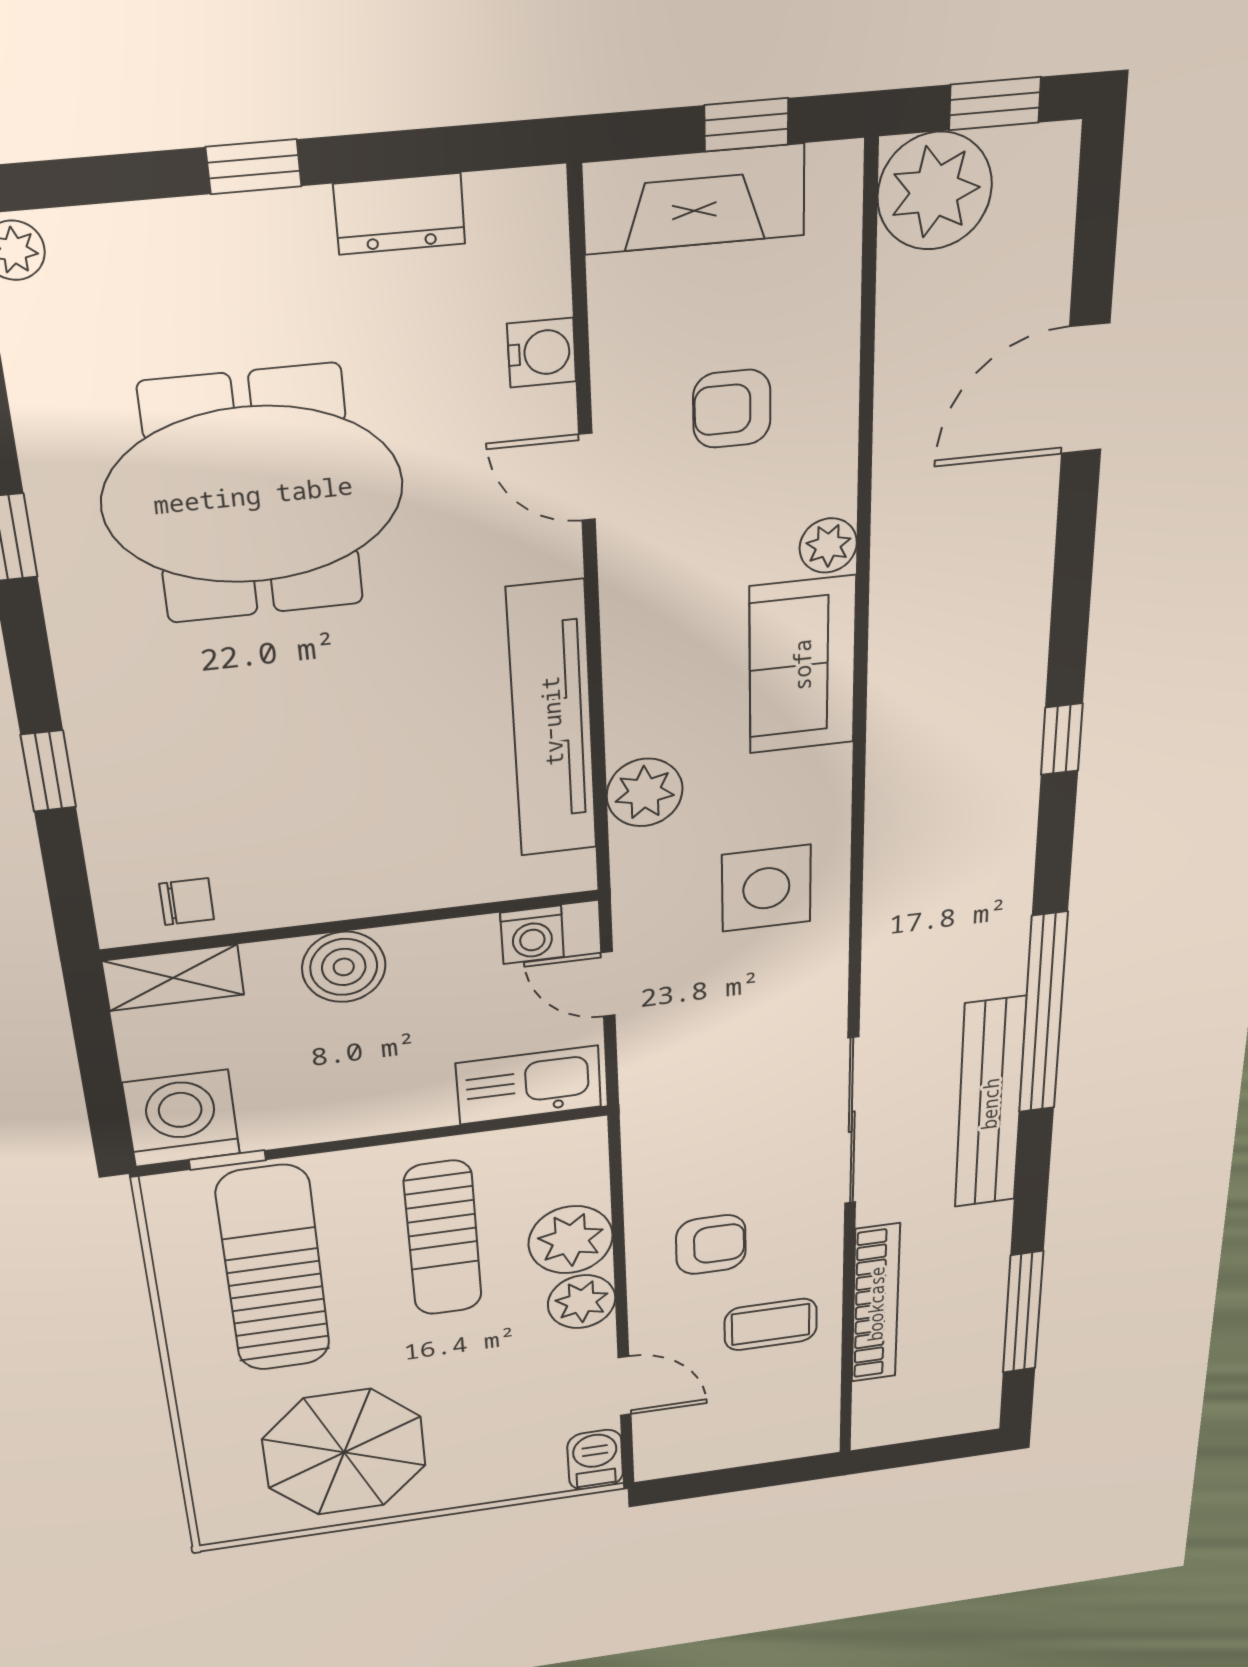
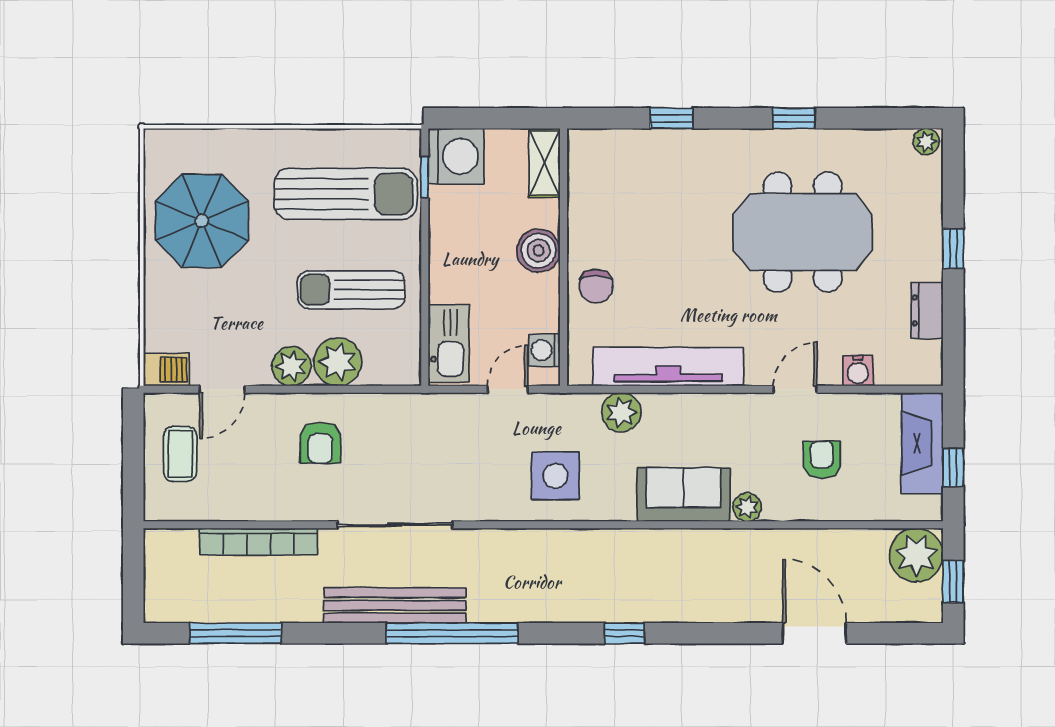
meeting table: (253, 495) -> (803, 232), turned 90
chair: (187, 902) -> (596, 286), moved, width x1.37, depth x1.37
coffee table: (771, 1324) -> (180, 454), moved

